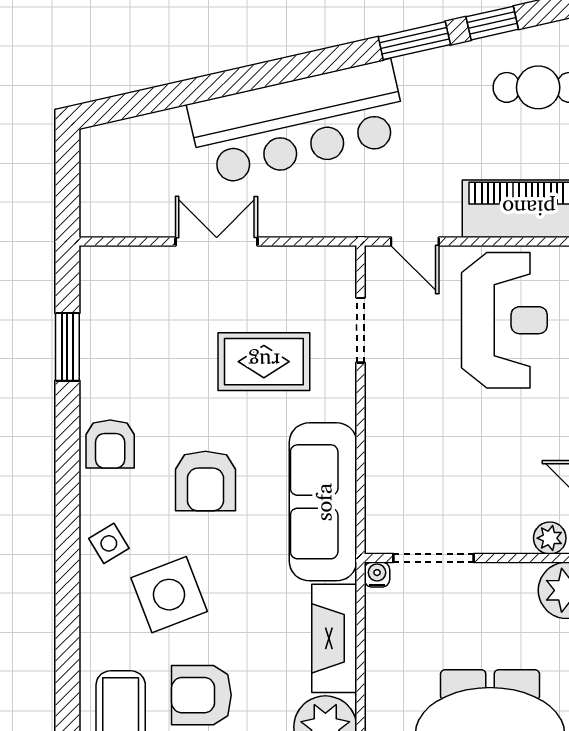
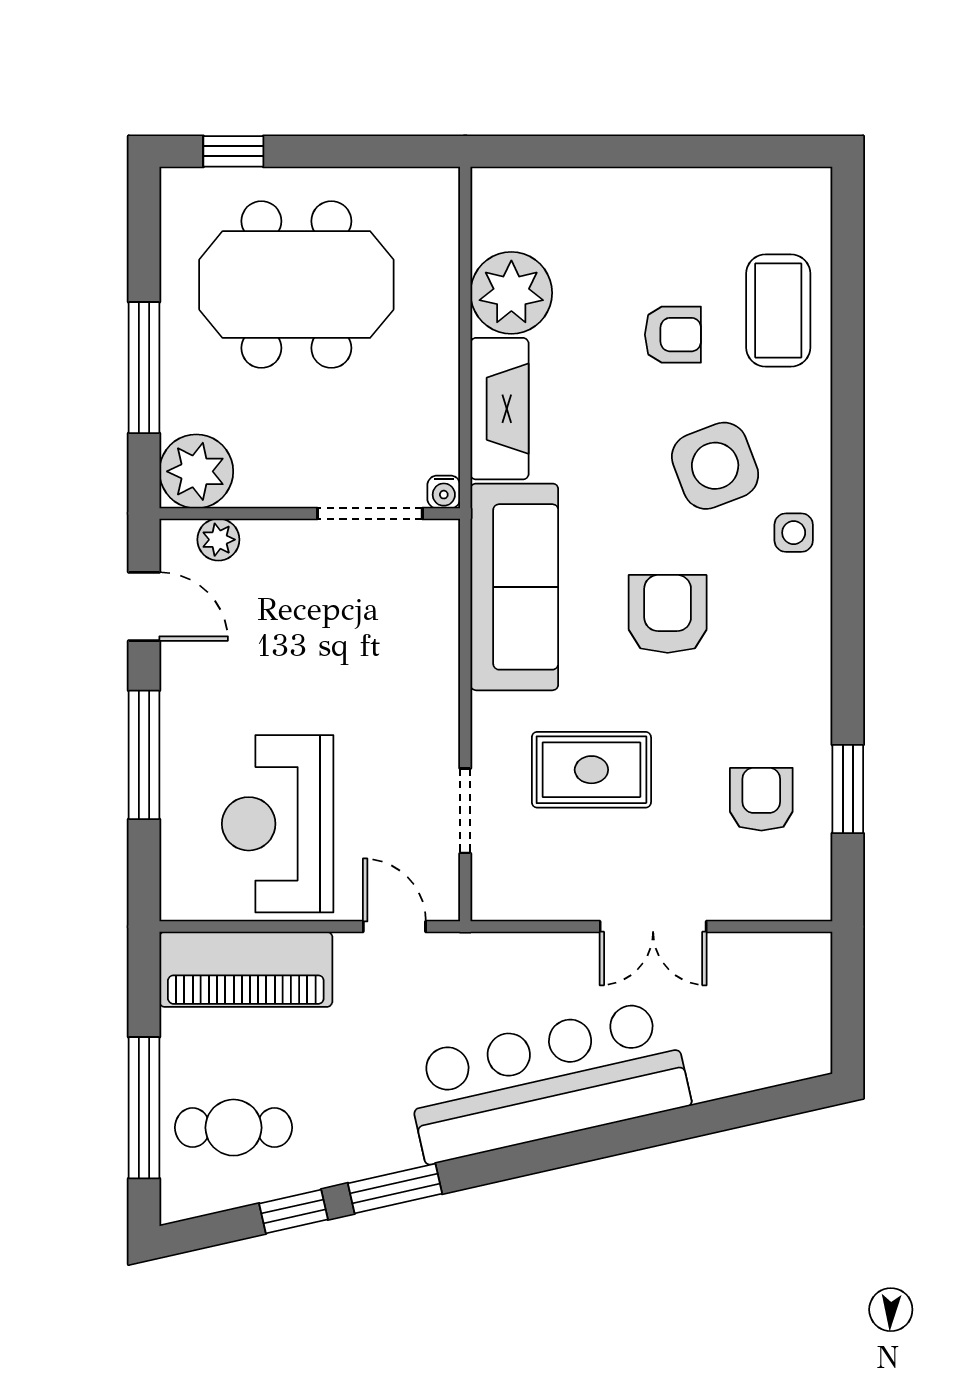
armchair: (110, 444) -> (761, 799), moved
side table: (109, 543) -> (794, 533), turned 31
armchair: (201, 695) -> (673, 335), width x0.72, depth x0.72

